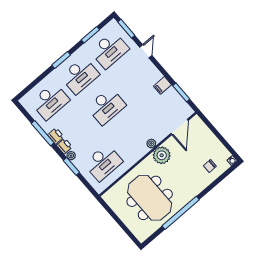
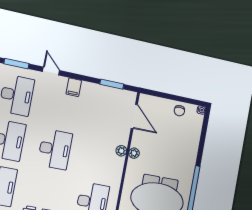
filing cabinet: (163, 85) -> (74, 87), moved
plant: (162, 155) -> (134, 153), width x0.53, depth x0.53
chair: (210, 166) -> (179, 111), moved

